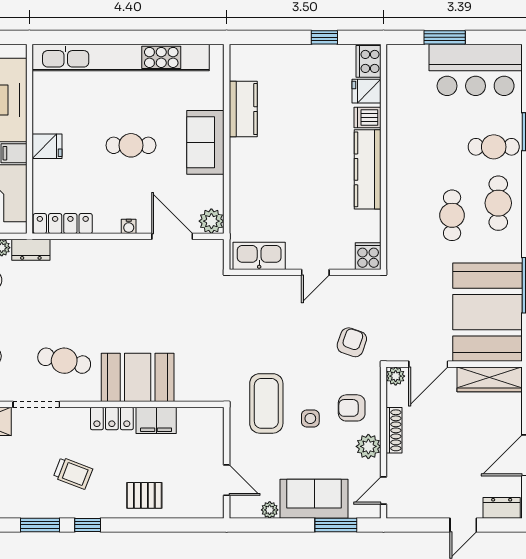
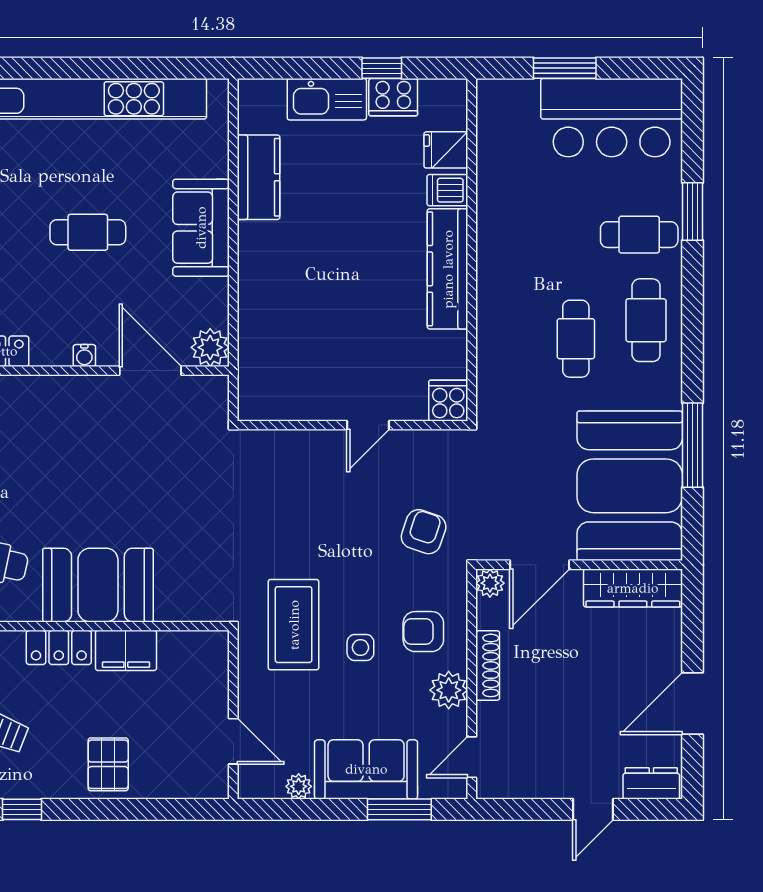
cooker: (369, 61) -> (393, 97), moved, turned -90
kitchen sink: (259, 256) -> (327, 99), moved, turned 180
pallet: (144, 495) -> (108, 764), turned 90

